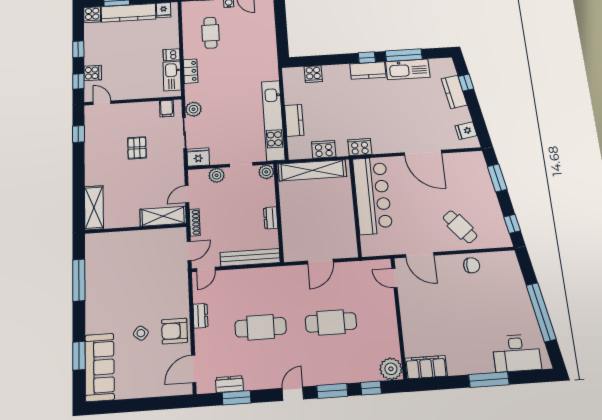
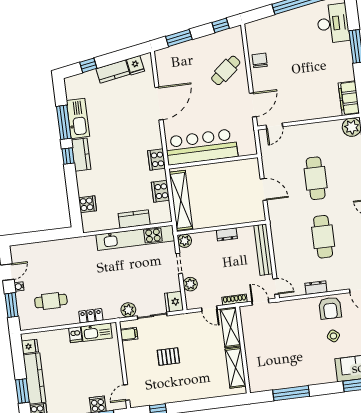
kitchen counter: (454, 92) -> (113, 71), moved
shelving: (94, 208) -> (236, 368), moved, turned 90

